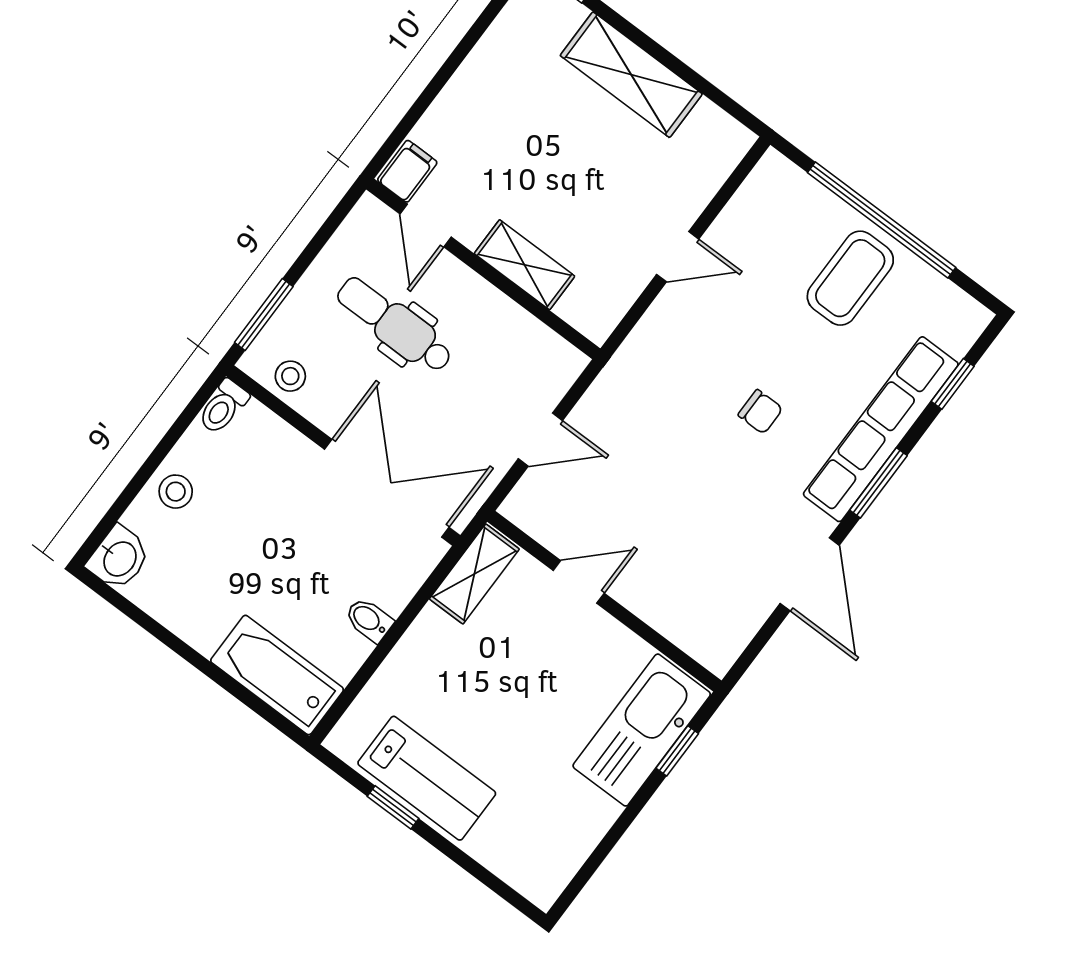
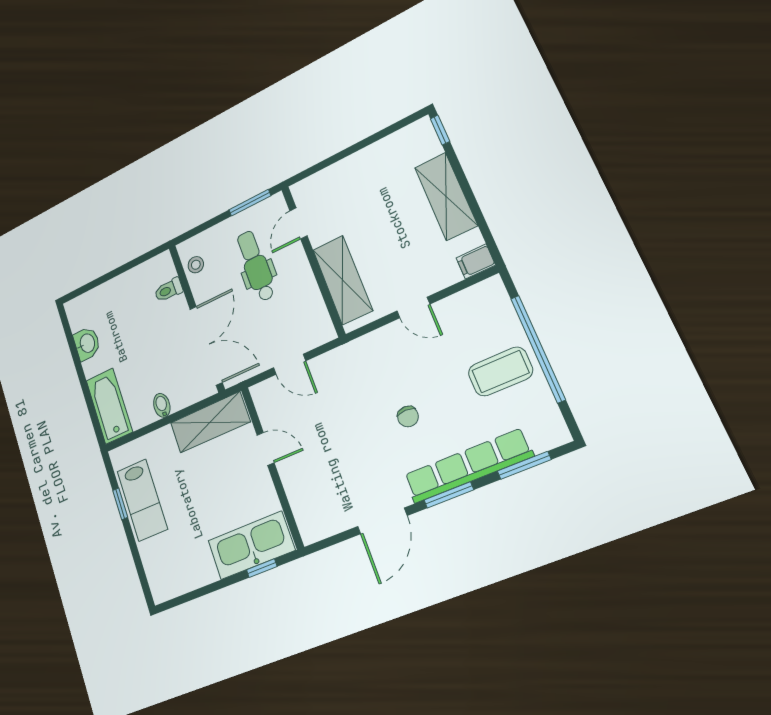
filing cabinet: (407, 171) -> (476, 261), moved, turned 180
shelving: (524, 265) -> (343, 280), width x1.50, depth x1.33
window: (264, 315) -> (250, 203), moved
window: (953, 384) -> (524, 465), width x1.50
toilet: (223, 407) -> (169, 290), moved
stool: (176, 492) -> (118, 292), removed
washbasin: (119, 558) -> (87, 343), moved, turned -90
shelving: (474, 574) -> (210, 422), width x1.50, depth x1.33

